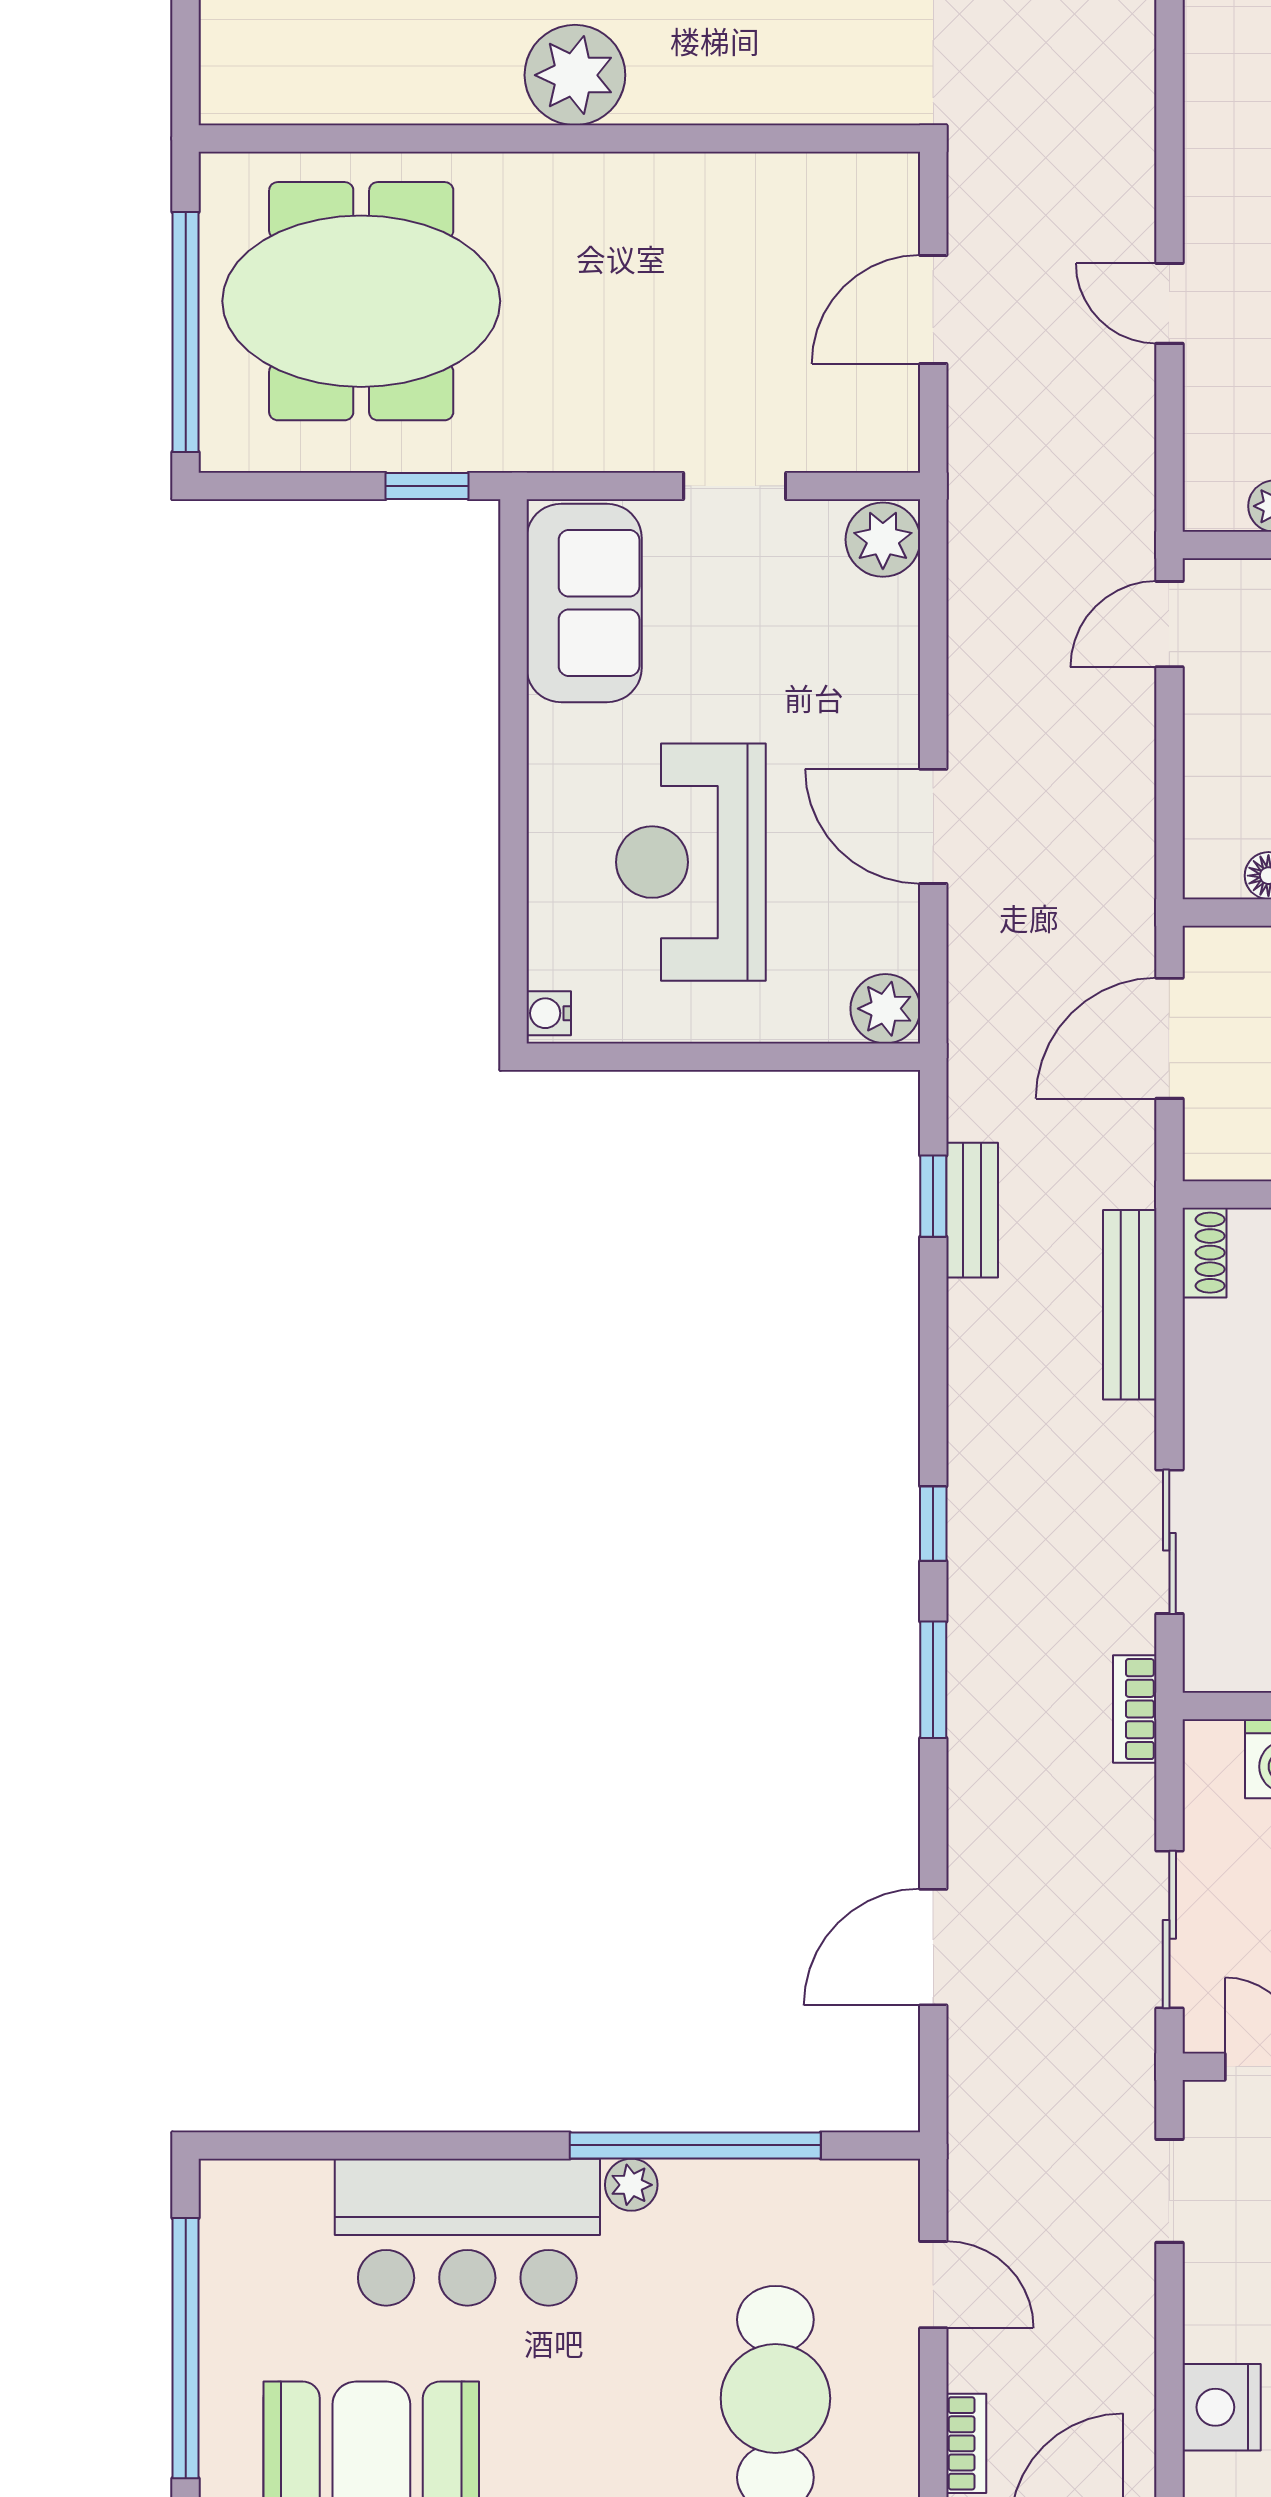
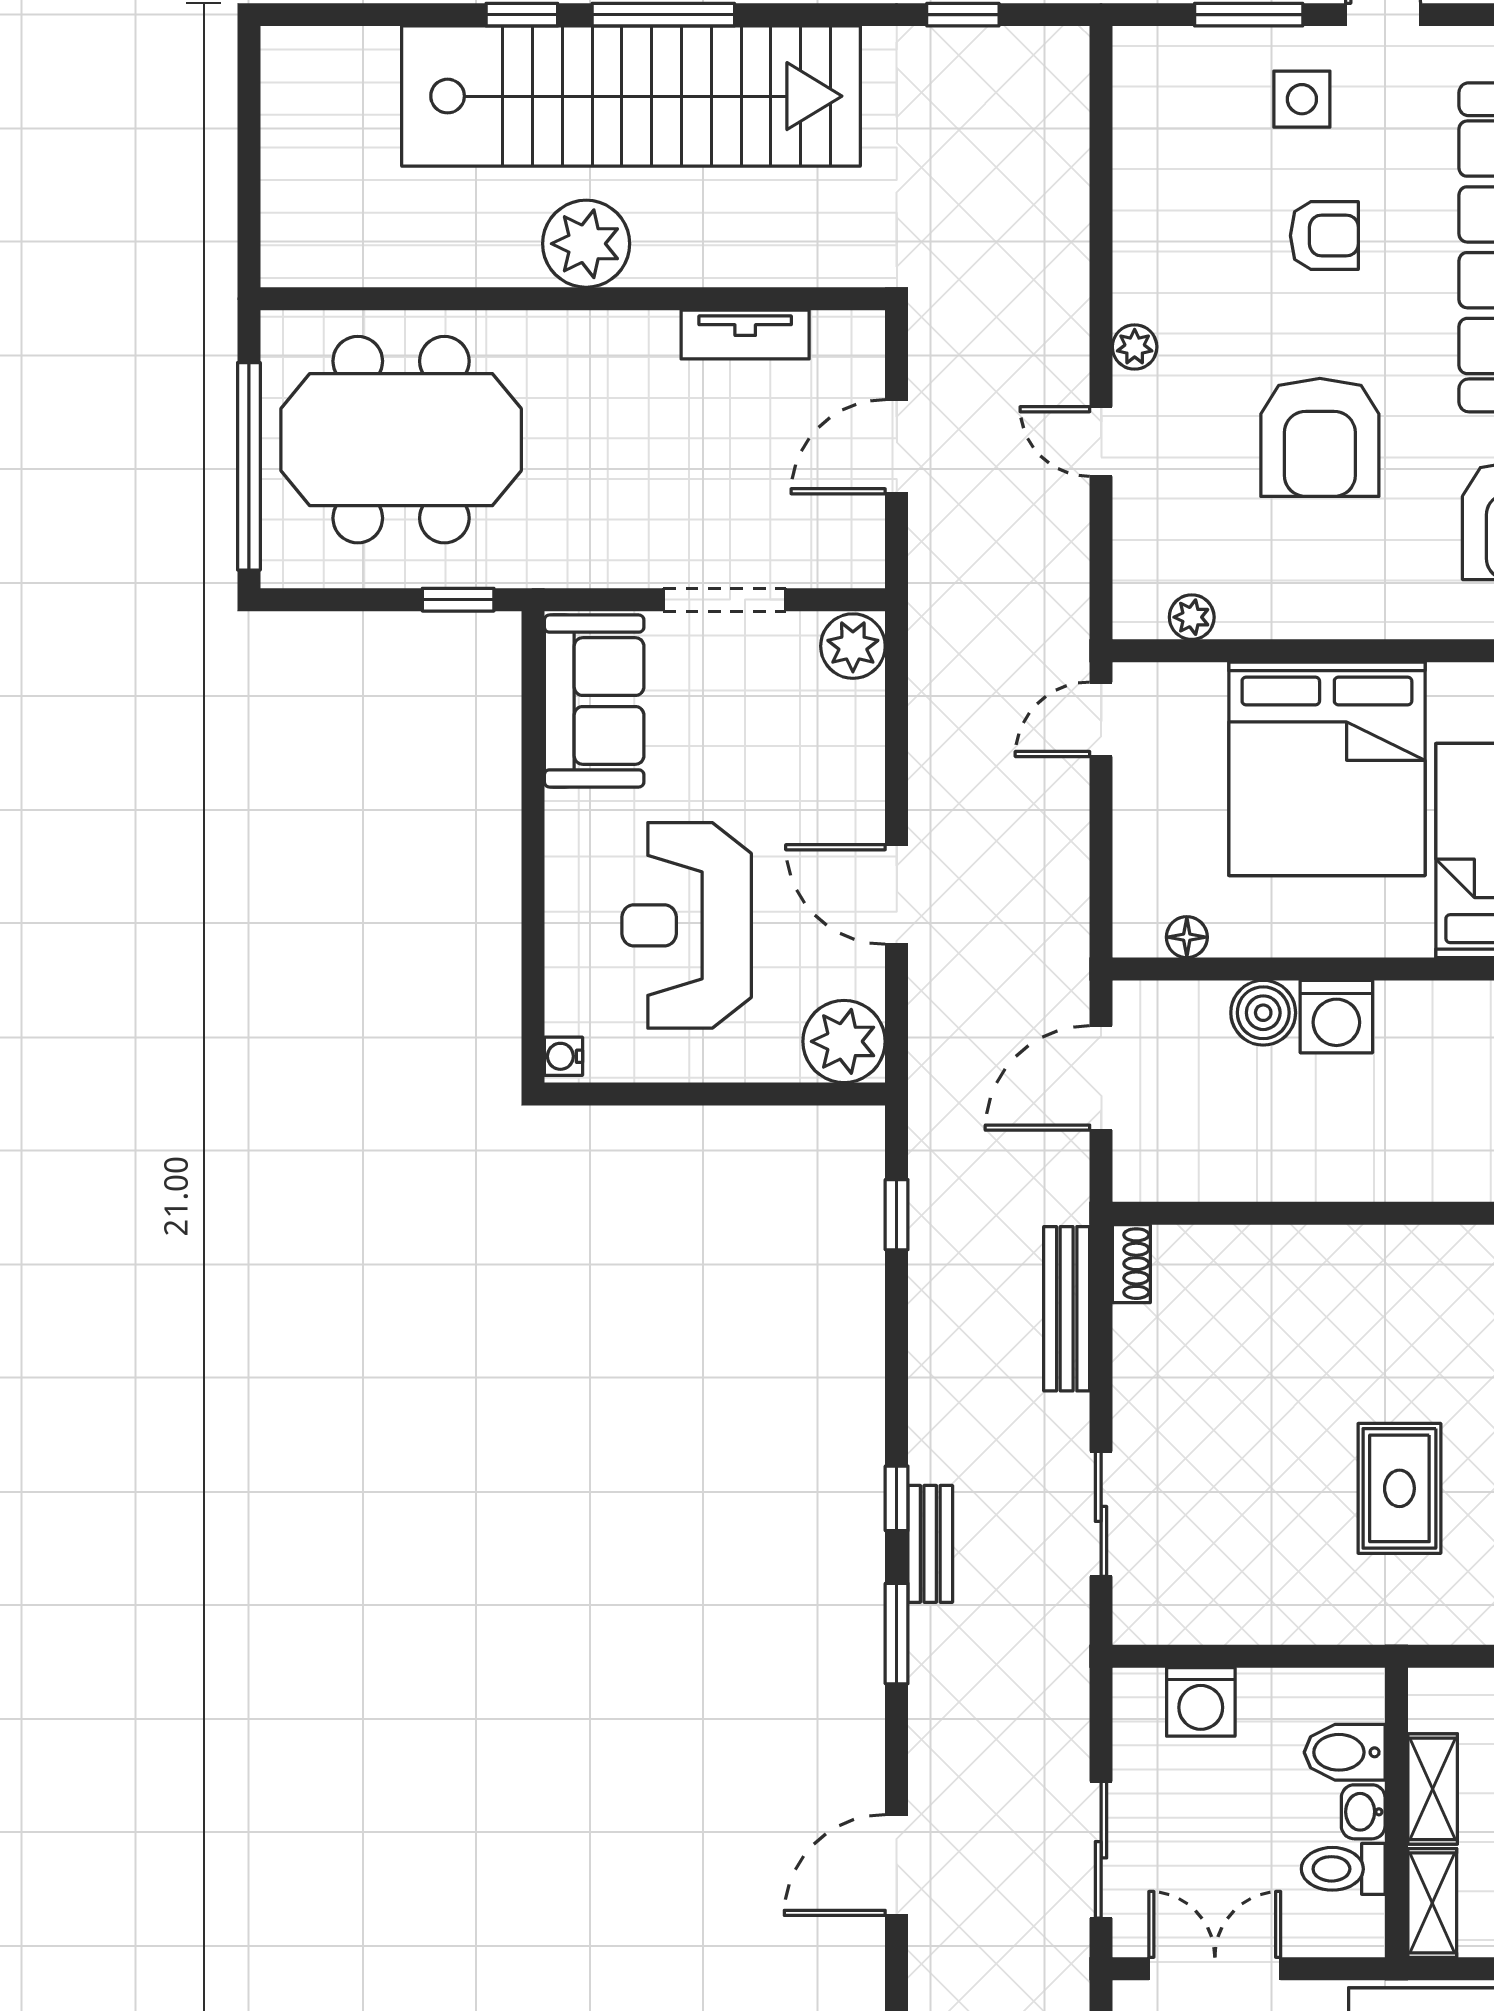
tv unit: (758, 180) -> (745, 334), added
plant: (1208, 194) -> (1135, 347), added
doorway: (735, 486) -> (724, 600), width x1.38
plant: (885, 1009) -> (844, 1041), width x1.36, depth x1.36
bench: (972, 1210) -> (930, 1544), moved
bookcase: (1135, 1709) -> (1071, 1659), removed

